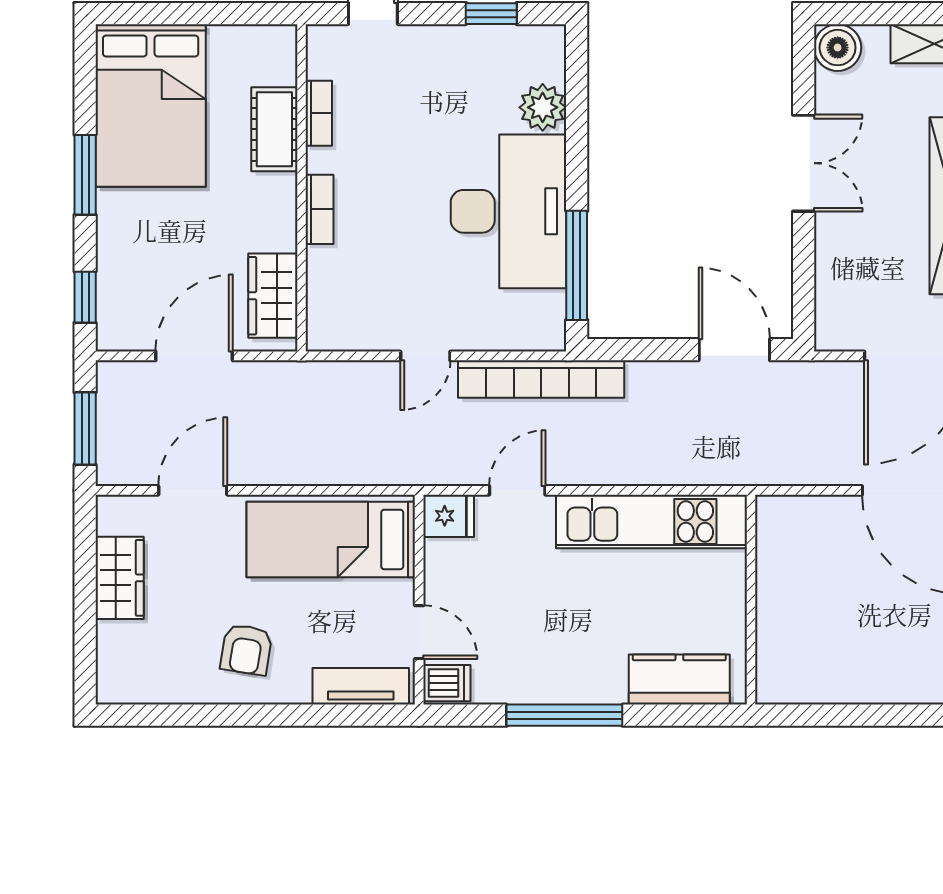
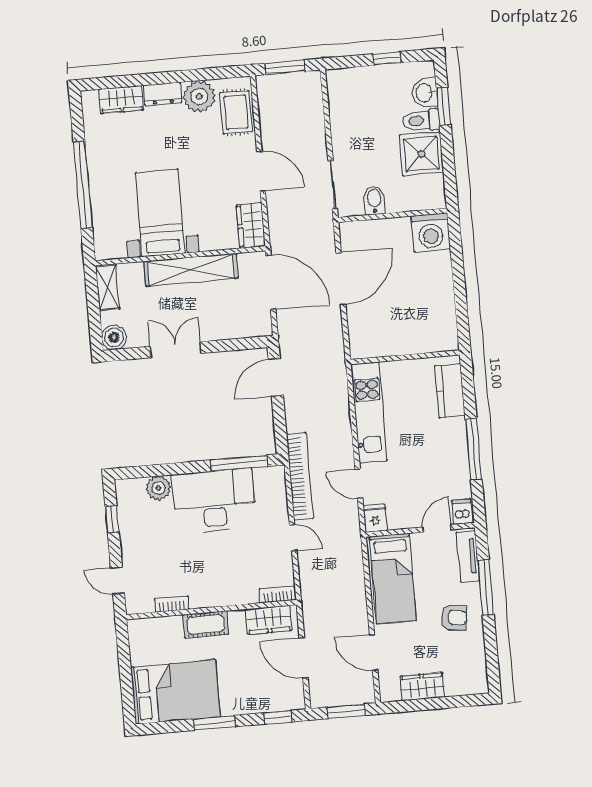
cot: (274, 129) -> (206, 624), moved
bookcase: (320, 209) -> (278, 594), moved
window: (298, 715) -> (486, 587), added

